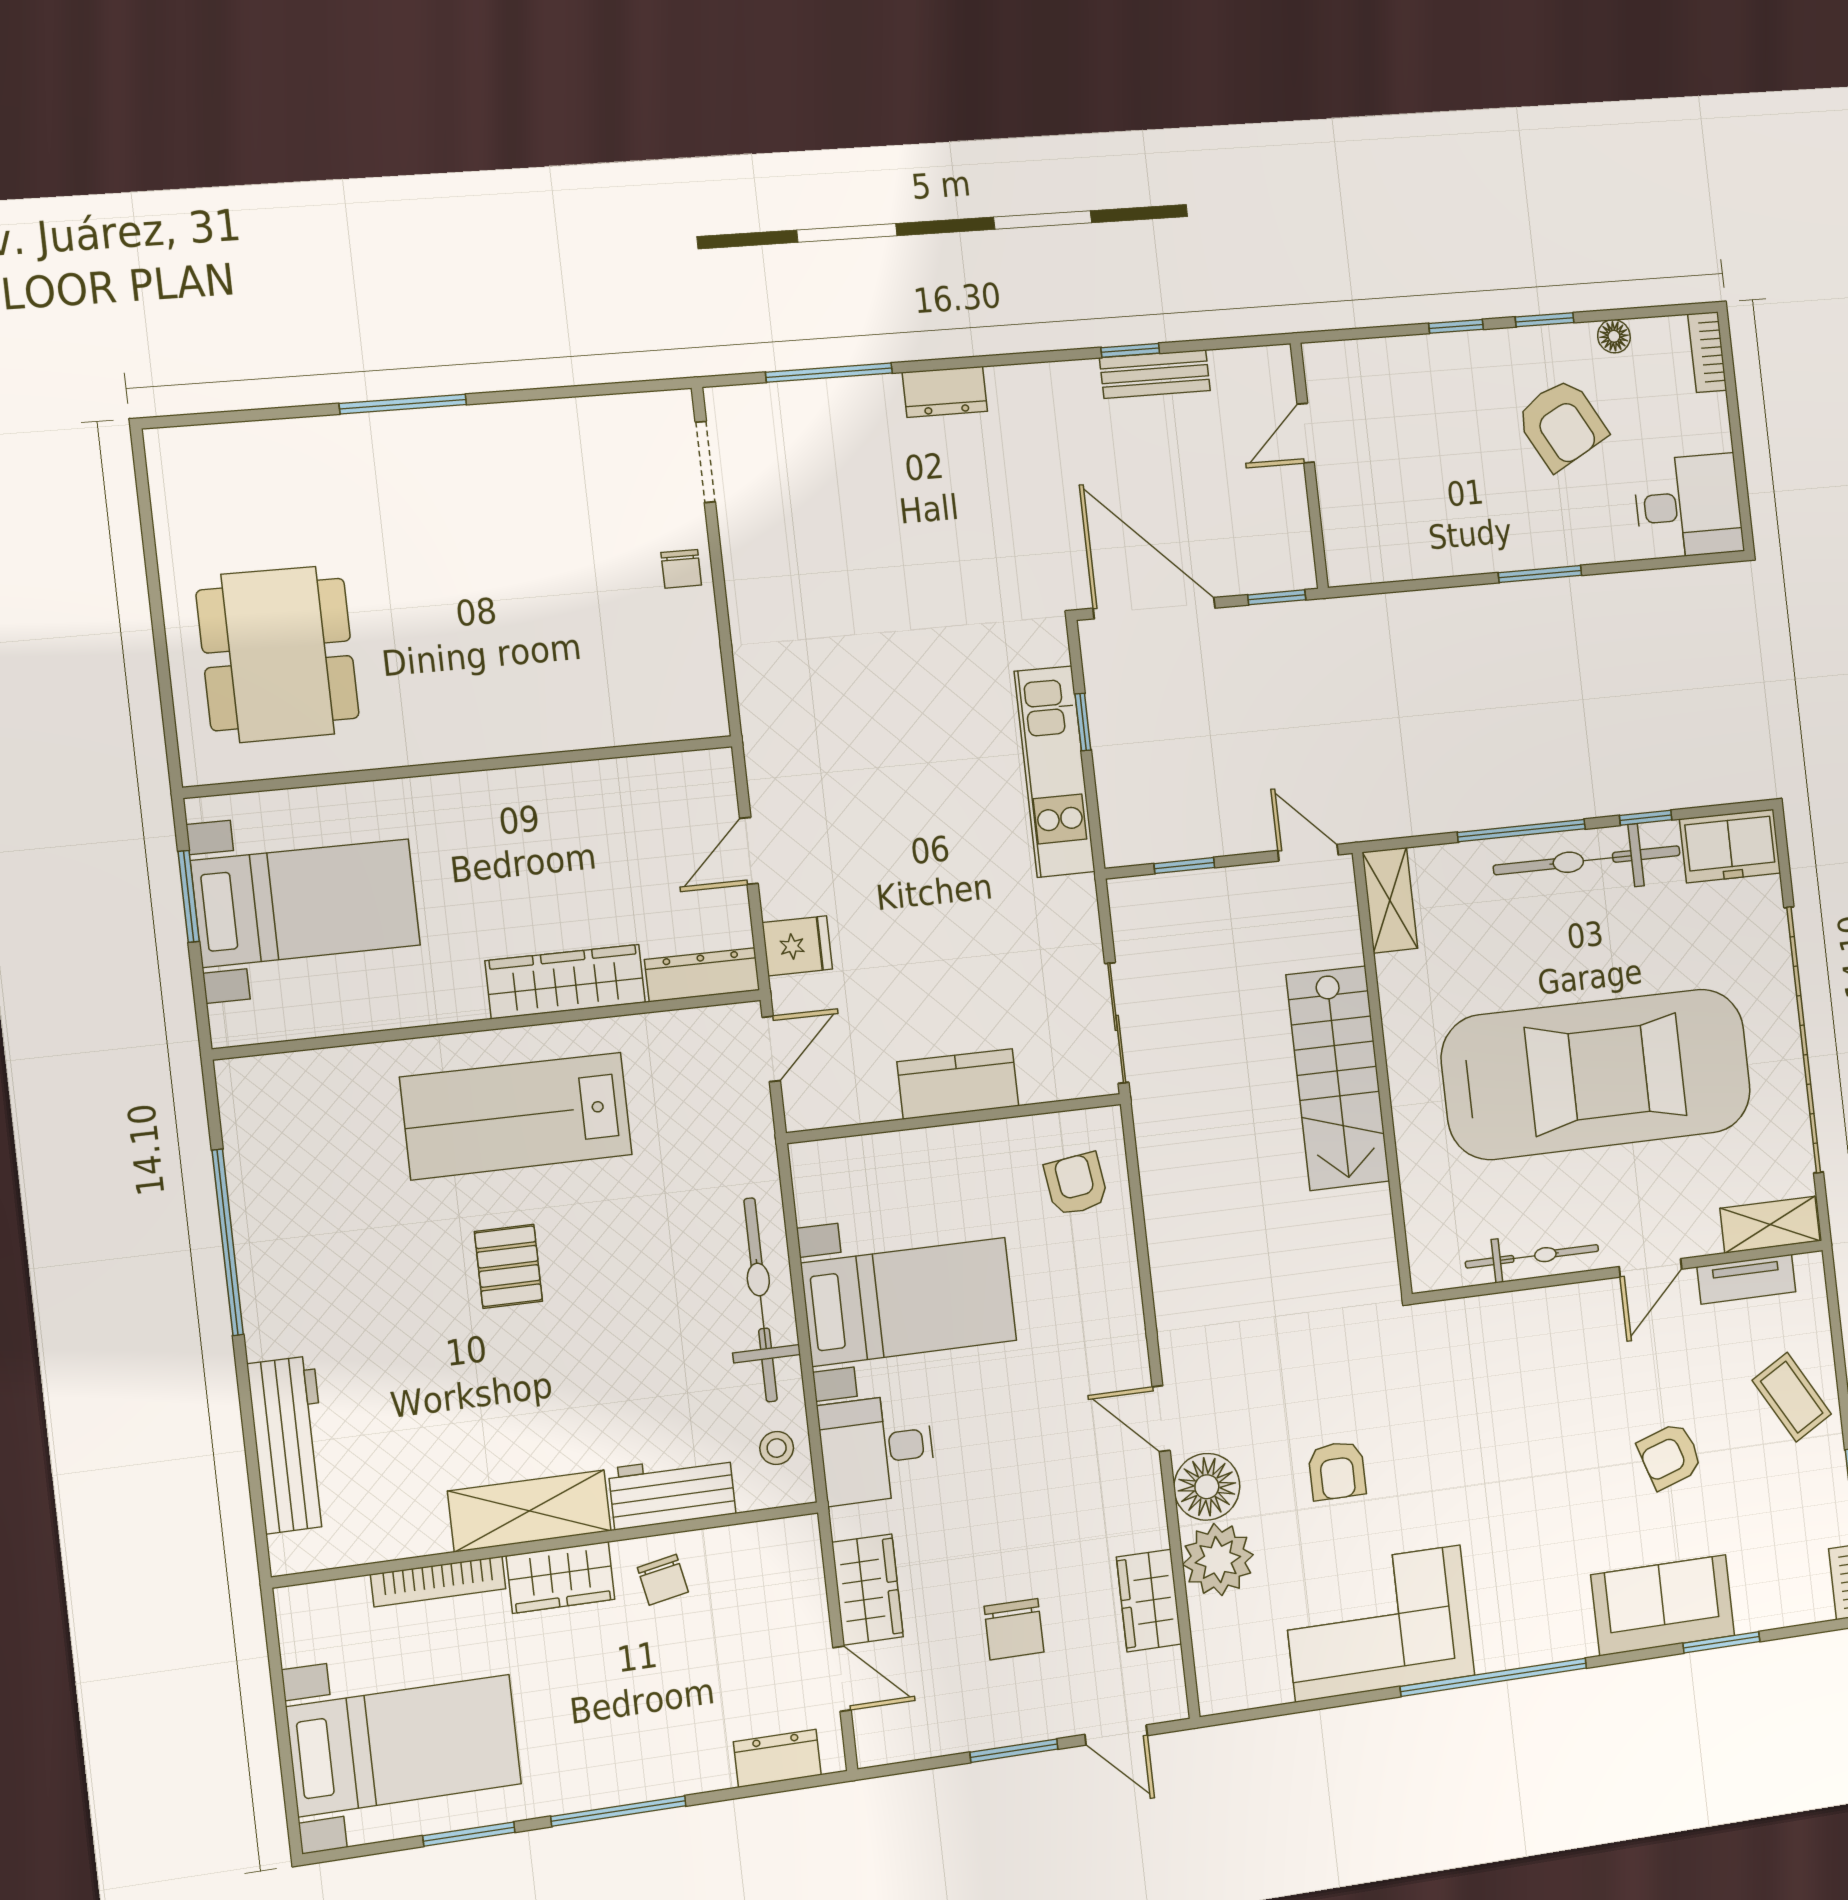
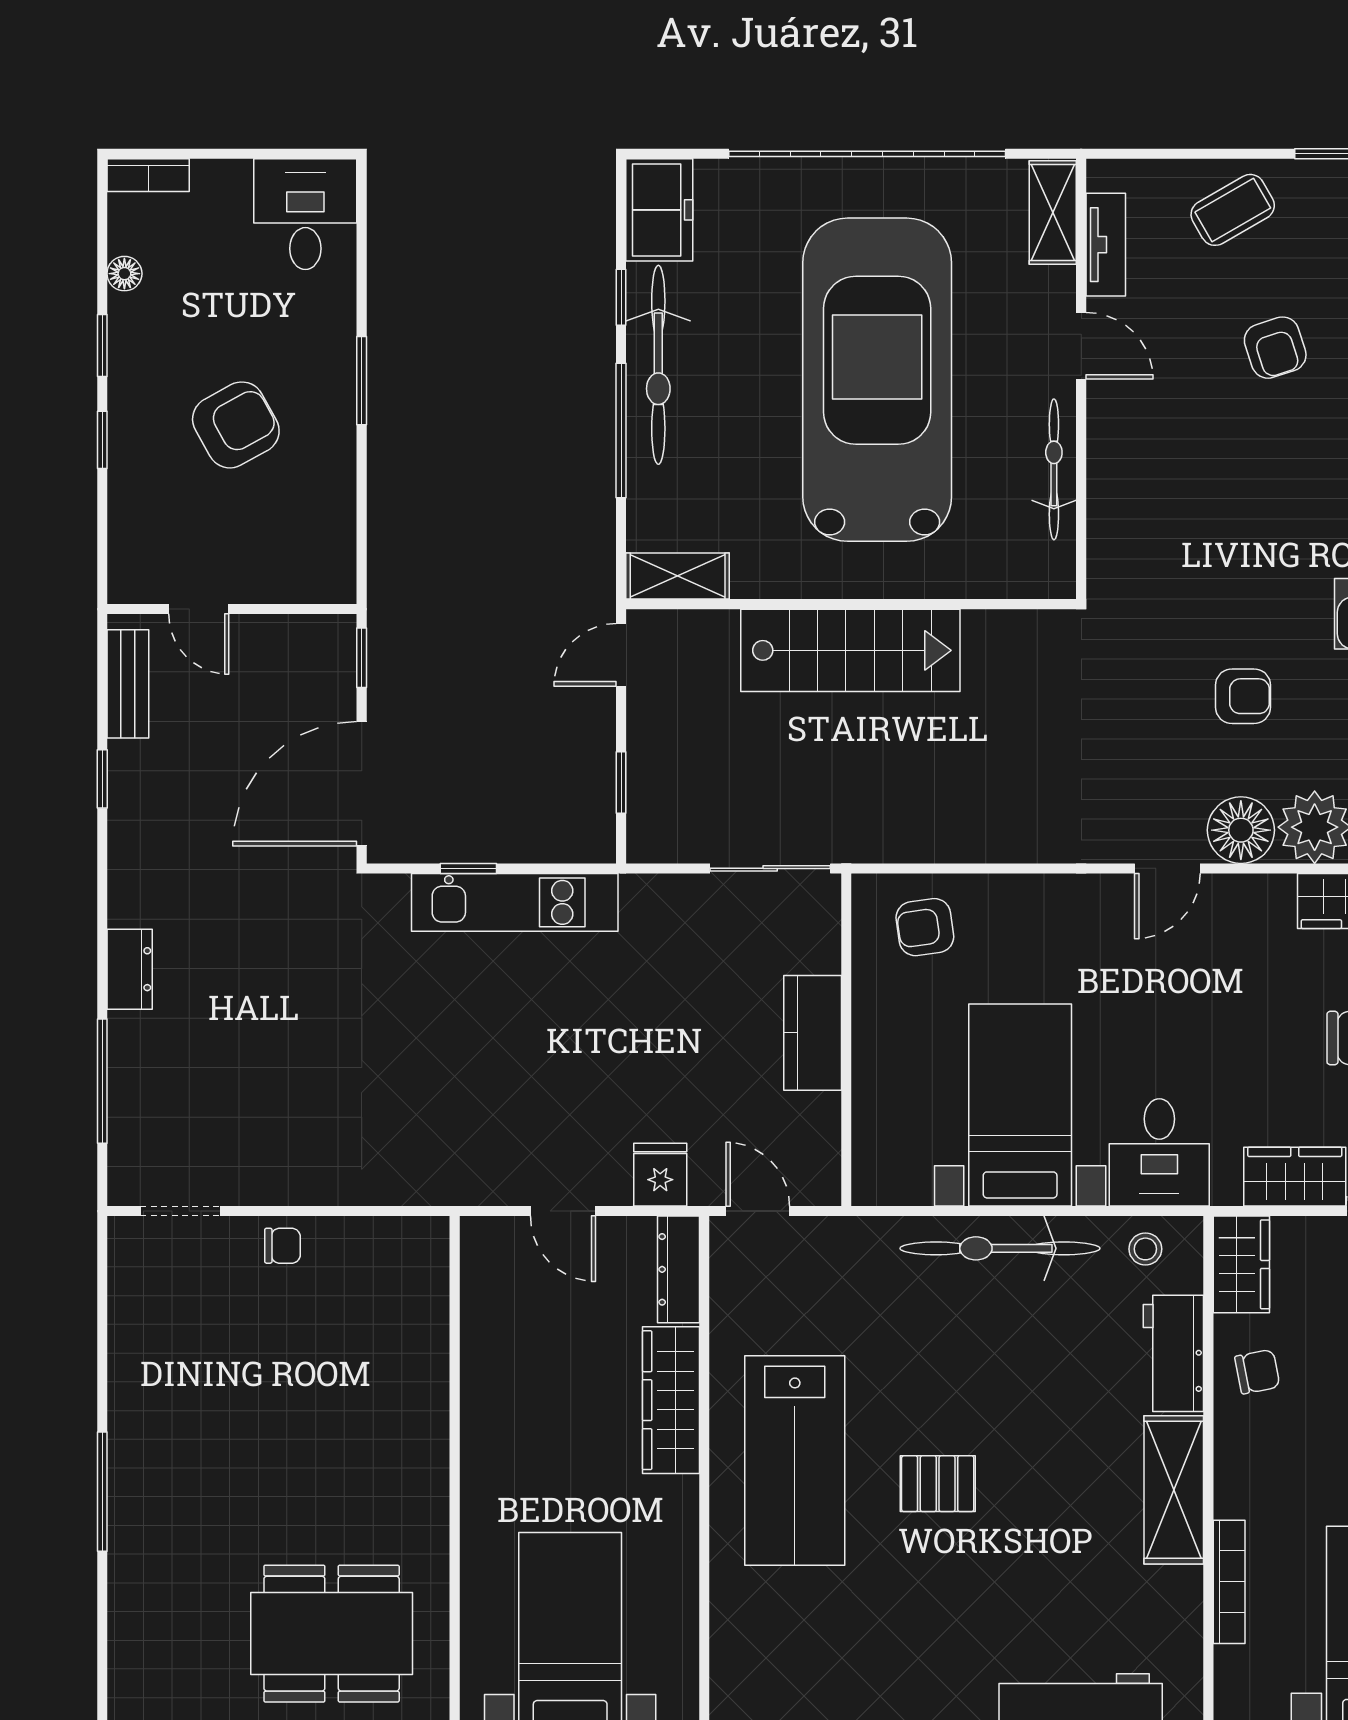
bench: (1155, 374) -> (128, 684), moved
armchair: (1561, 424) -> (236, 425), moved
wardrobe: (561, 1577) -> (1241, 1264), moved

